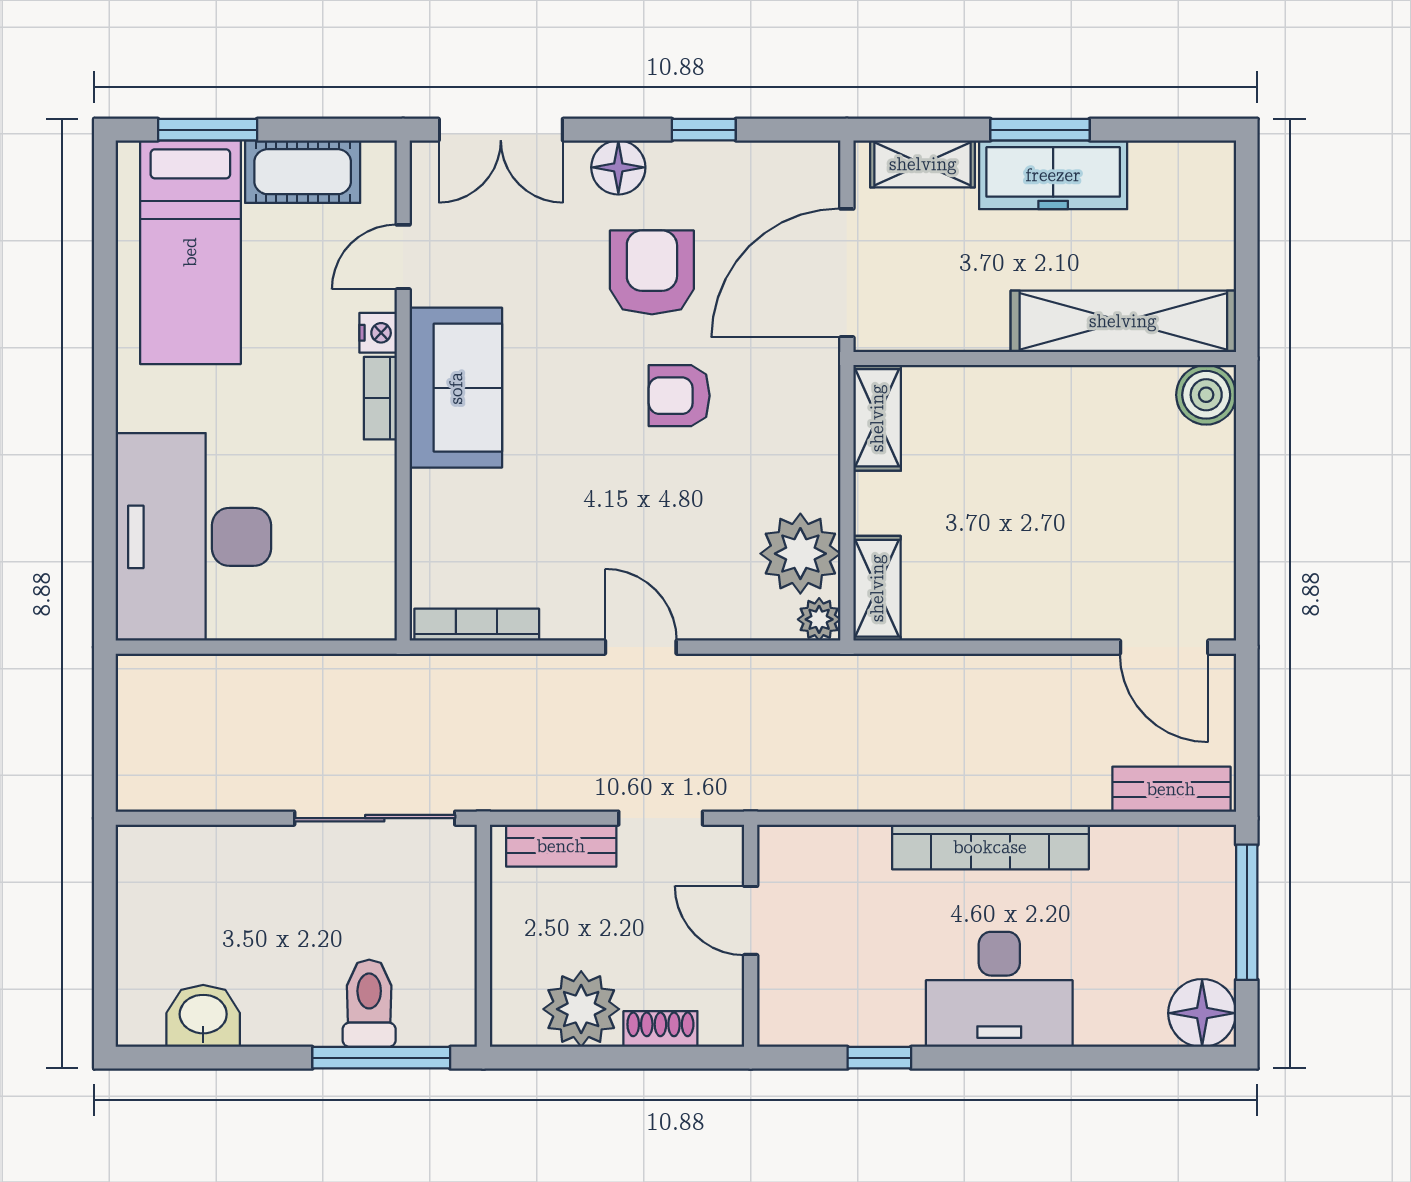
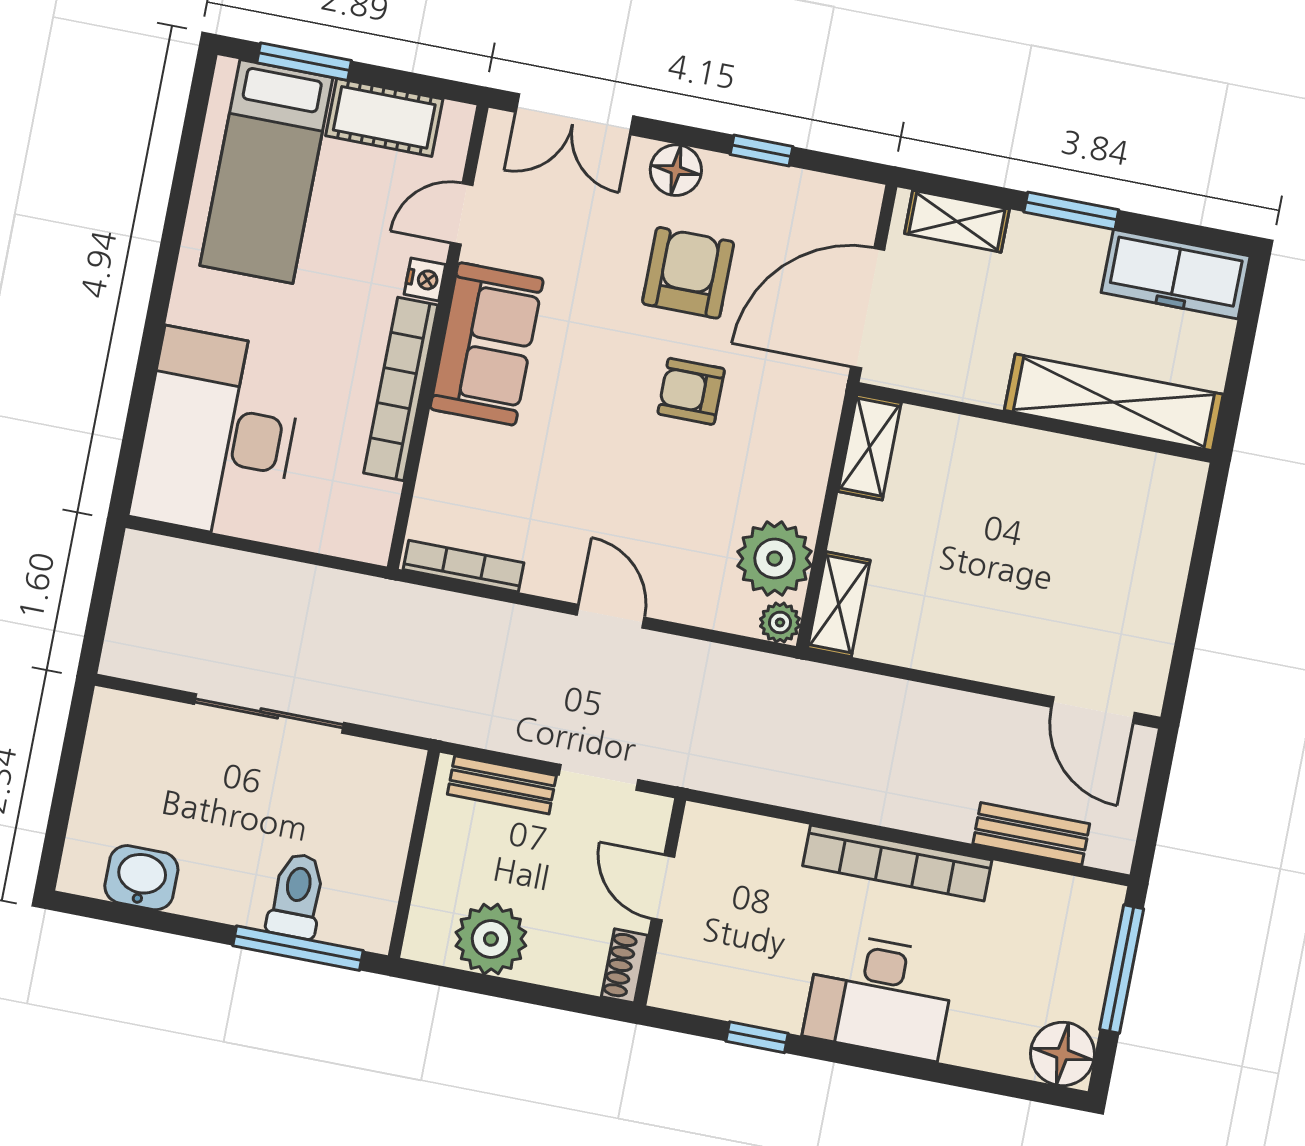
freezer: (1053, 175) -> (1176, 274), moved
boiler: (1206, 395) -> (1177, 485), removed
bookcase: (380, 398) -> (401, 389), width x2.31, depth x1.31
bench: (1171, 789) -> (1031, 834), moved
sliding door: (375, 818) -> (269, 713), moved
shoe rack: (660, 1029) -> (624, 966), moved, turned -90

